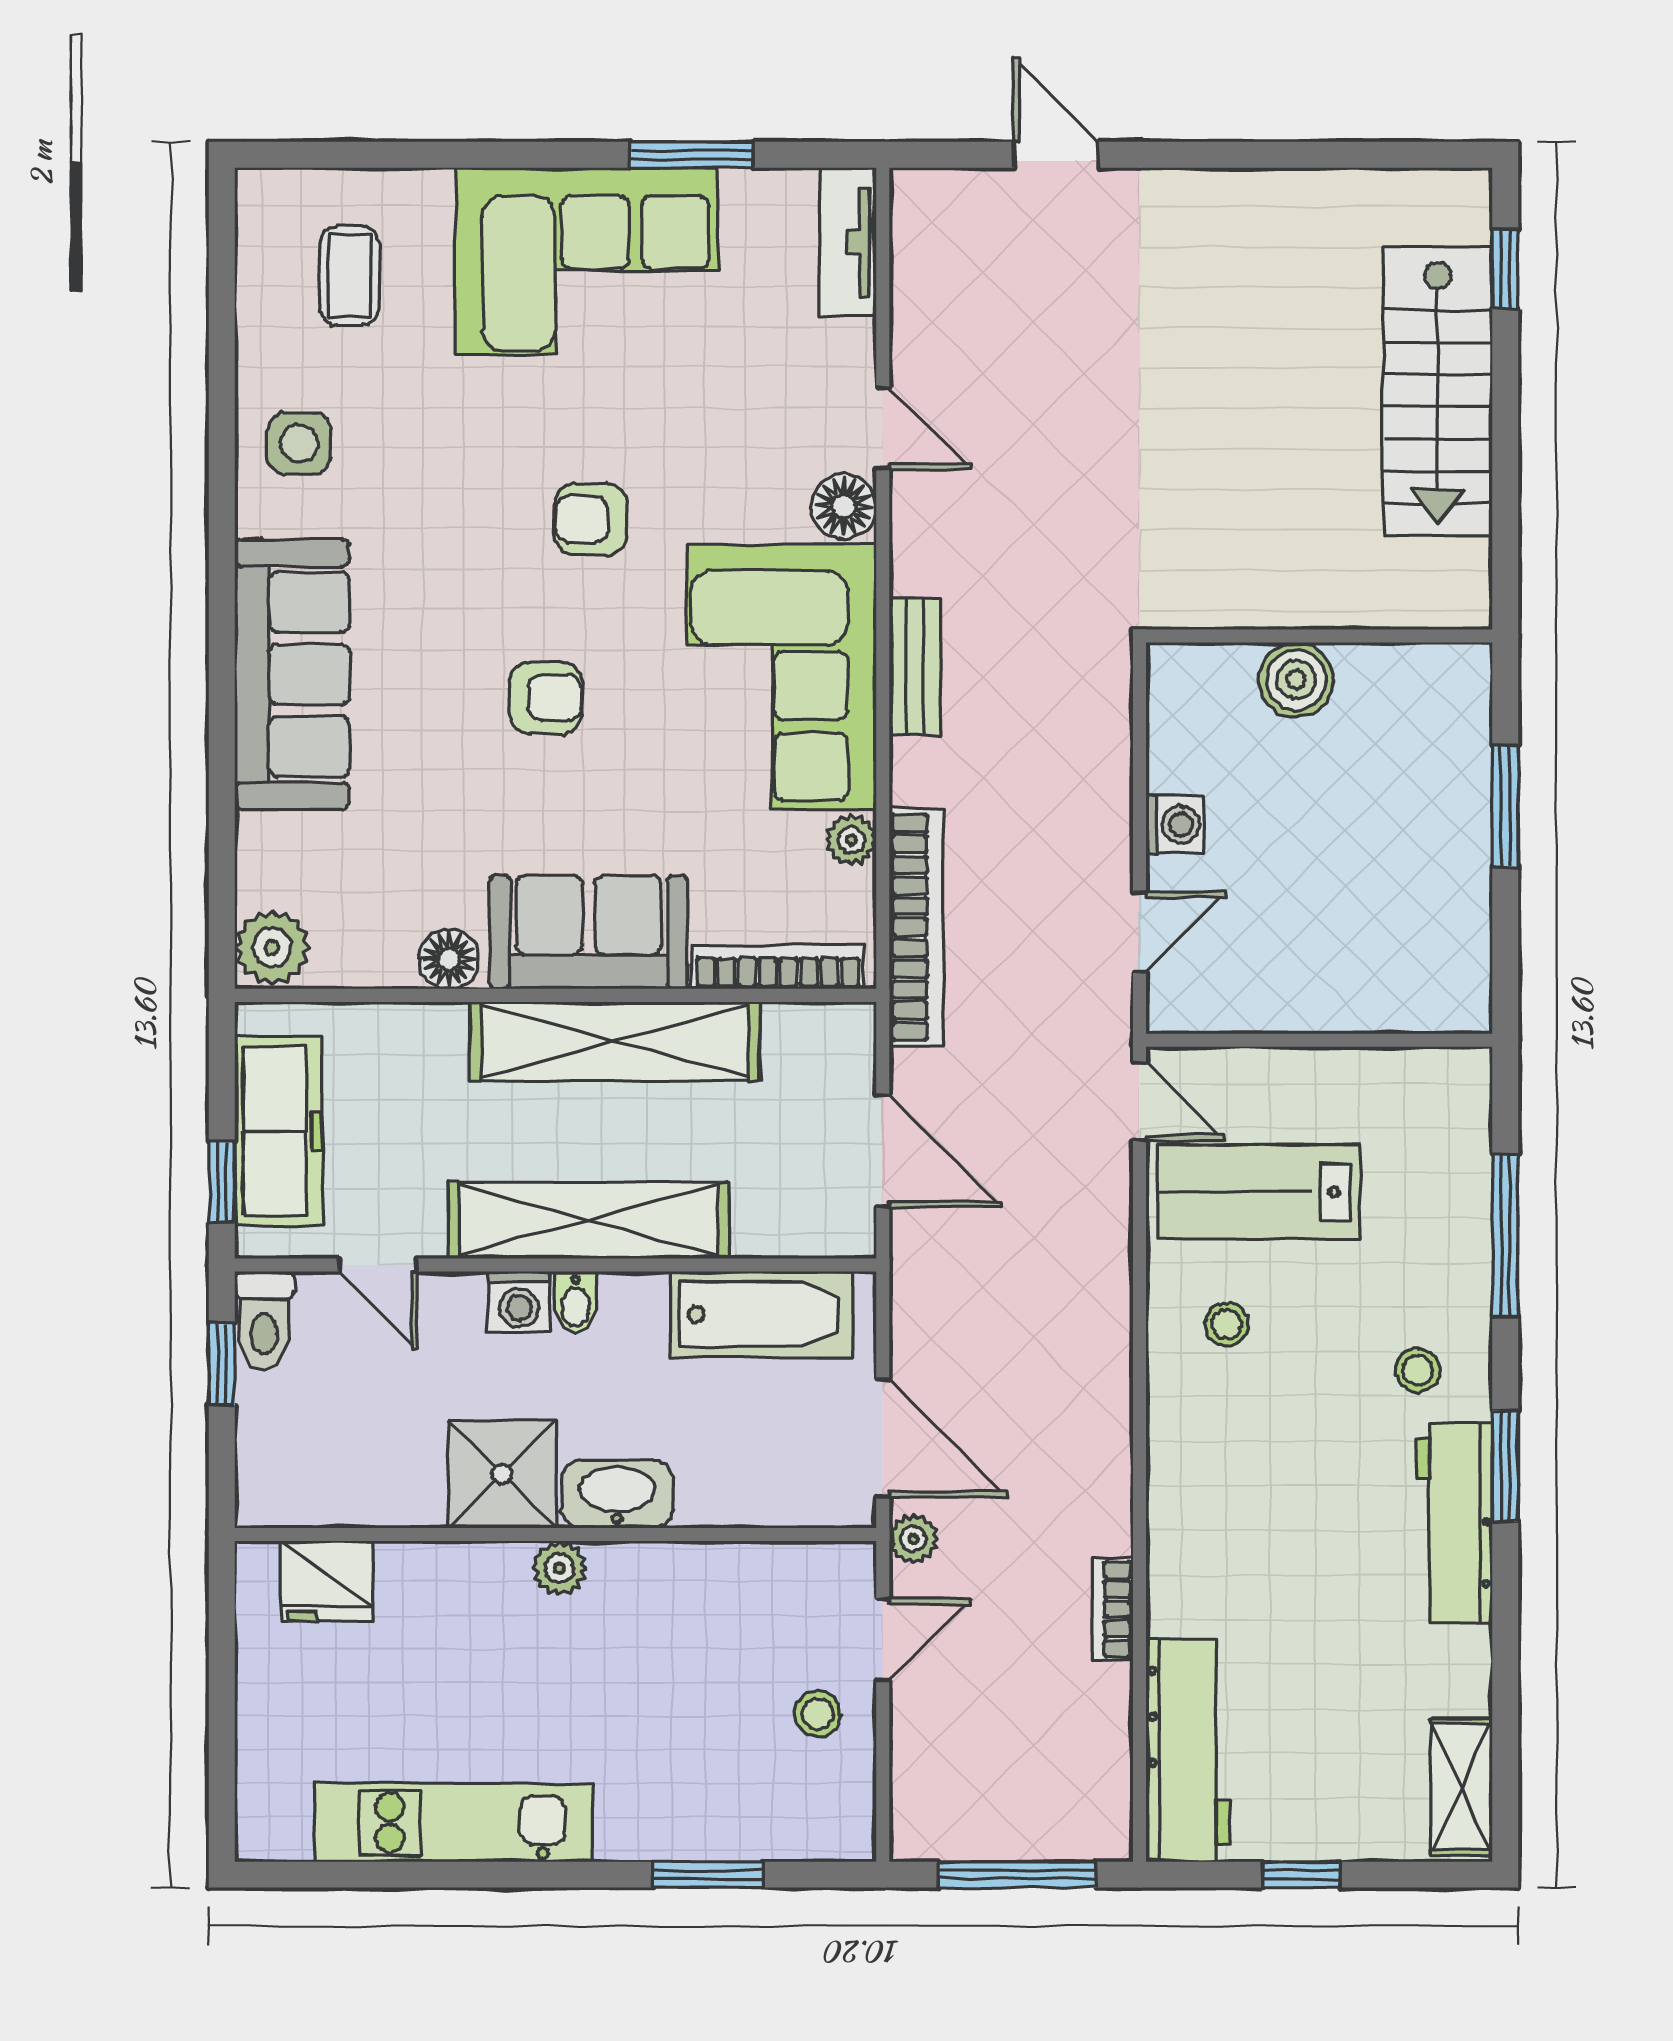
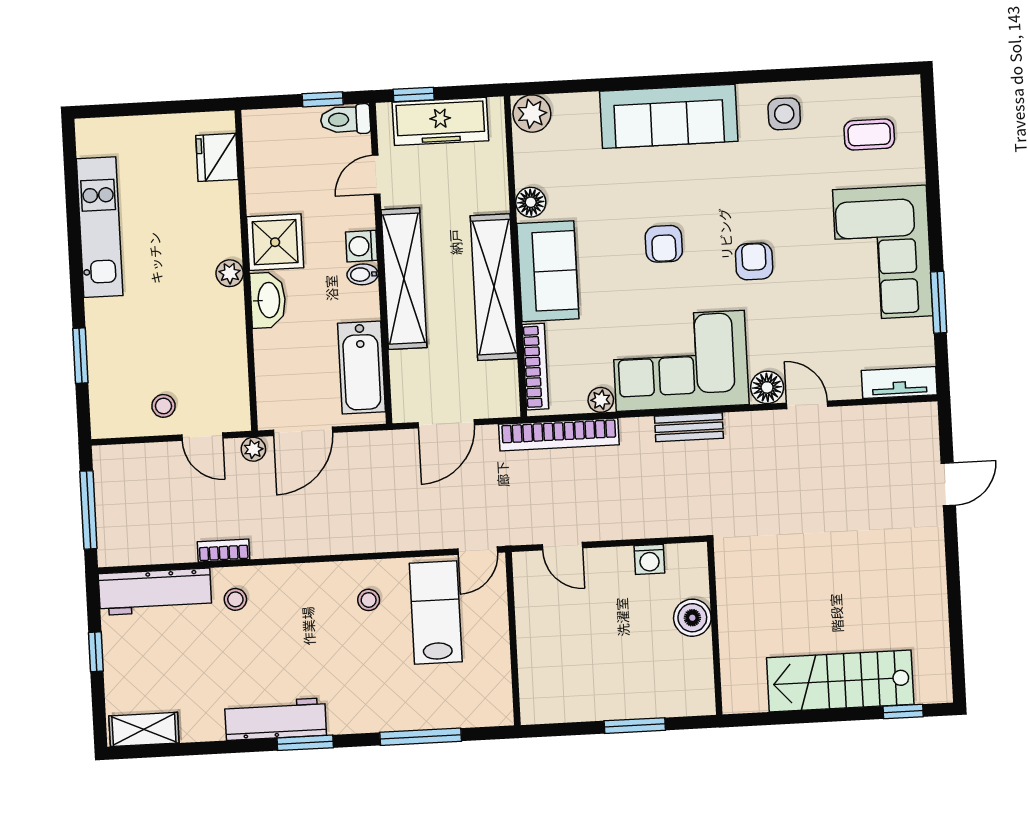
door: (883, 428) -> (807, 405), swing flipped
washing machine: (1175, 824) -> (649, 559), moved
stool: (1418, 1370) -> (235, 599), moved

